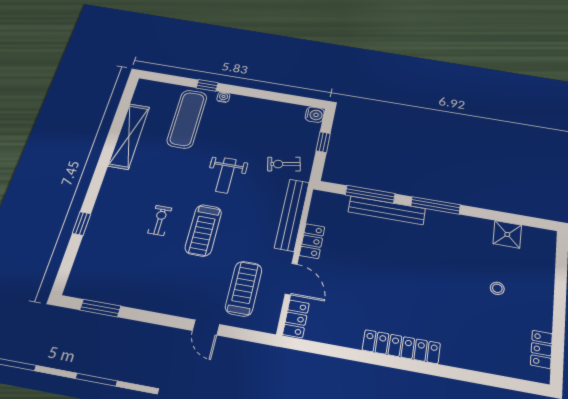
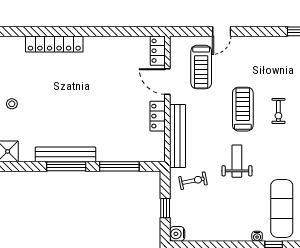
bench: (387, 210) -> (66, 154), moved
door: (206, 327) -> (222, 31), swing flipped
locker: (401, 347) -> (54, 44), moved

